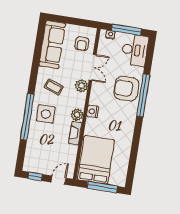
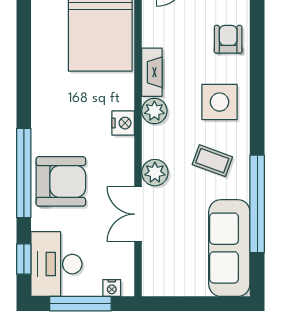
armchair: (82, 44) -> (228, 39), moved
window: (150, 55) -> (24, 259), added
window: (27, 117) -> (257, 204), moved

